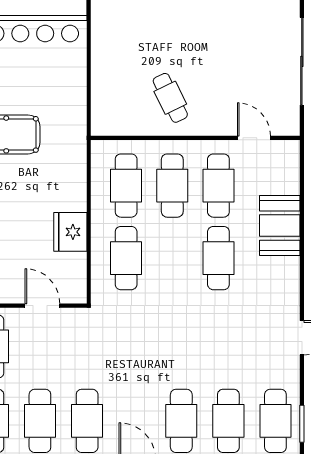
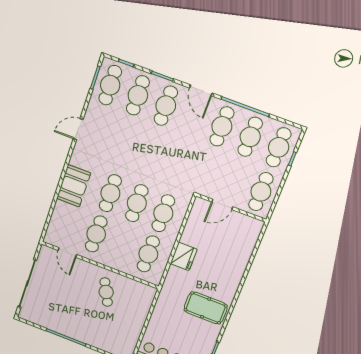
cafe table: (172, 186) -> (137, 203), moved
booth: (280, 226) -> (74, 186), moved
fridge: (70, 232) -> (184, 256), moved
door: (42, 306) -> (222, 204), hinge flipped

